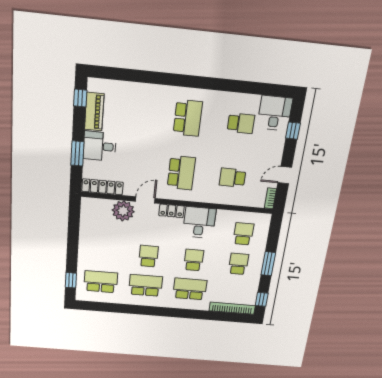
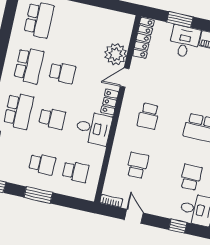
school desk: (241, 123) -> (191, 177), turned 180
school desk: (181, 173) -> (148, 116), width x0.54
door: (145, 200) -> (125, 78), swing flipped

